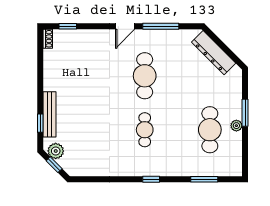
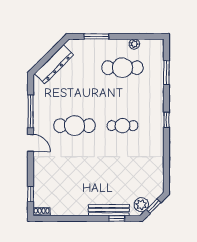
window: (245, 113) -> (97, 36), moved
plant: (236, 126) -> (134, 44), moved

